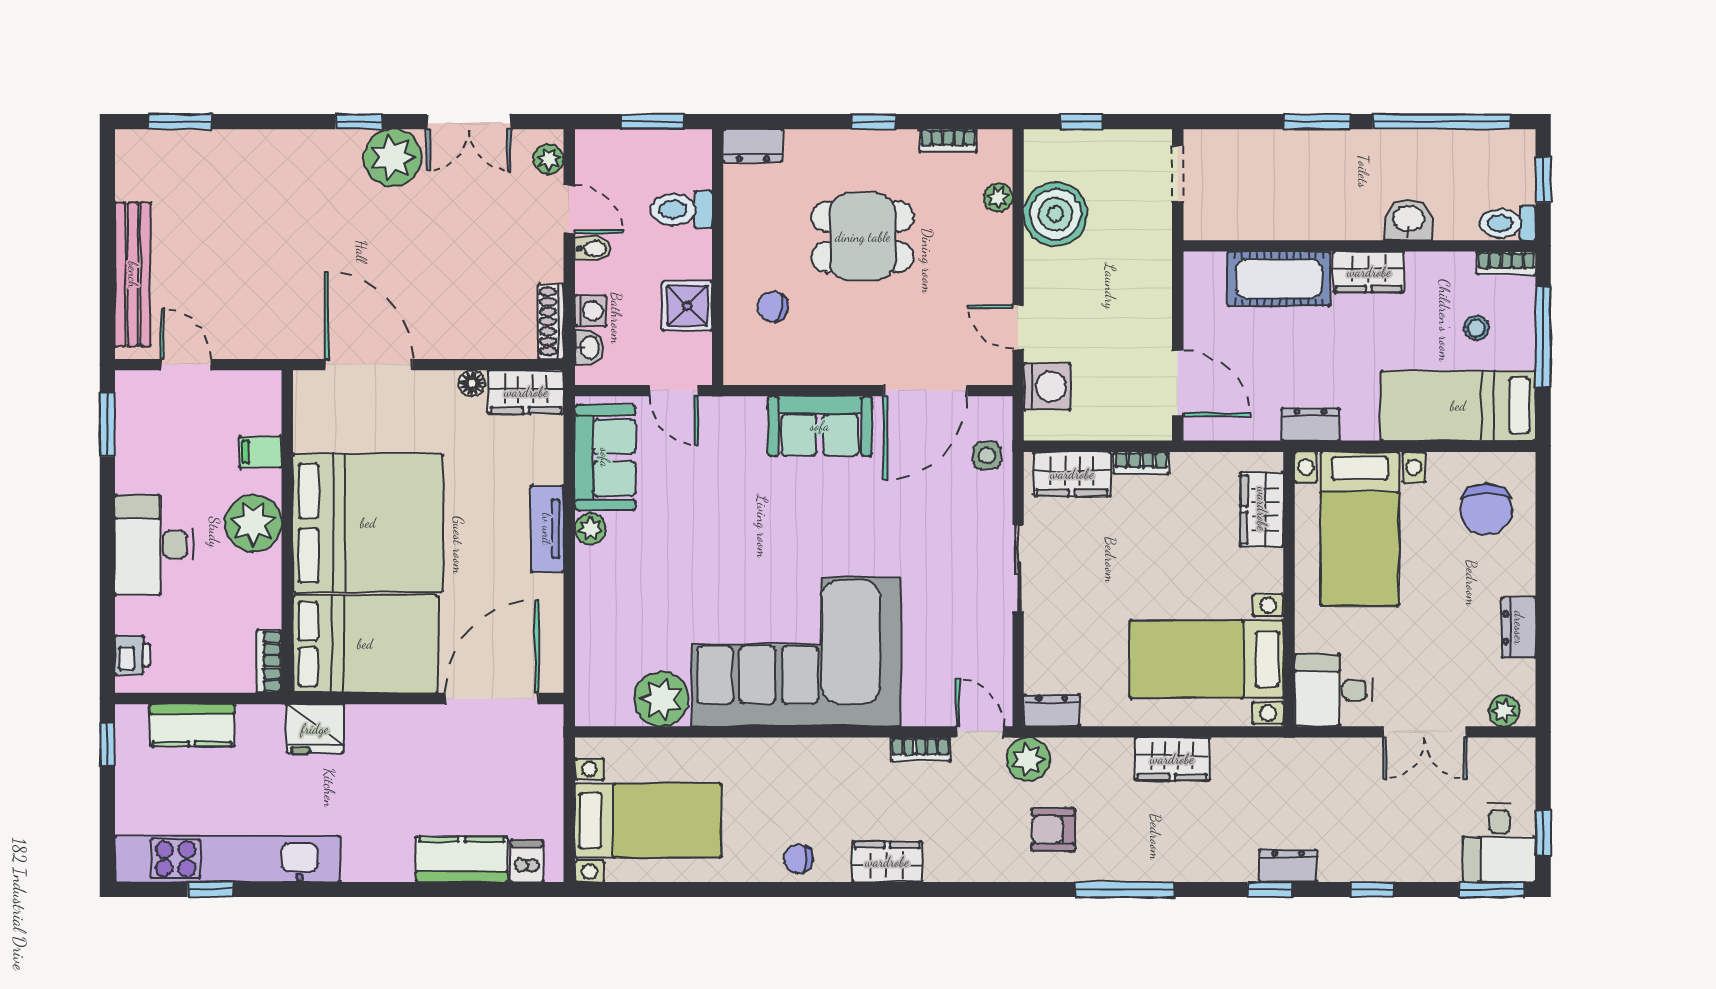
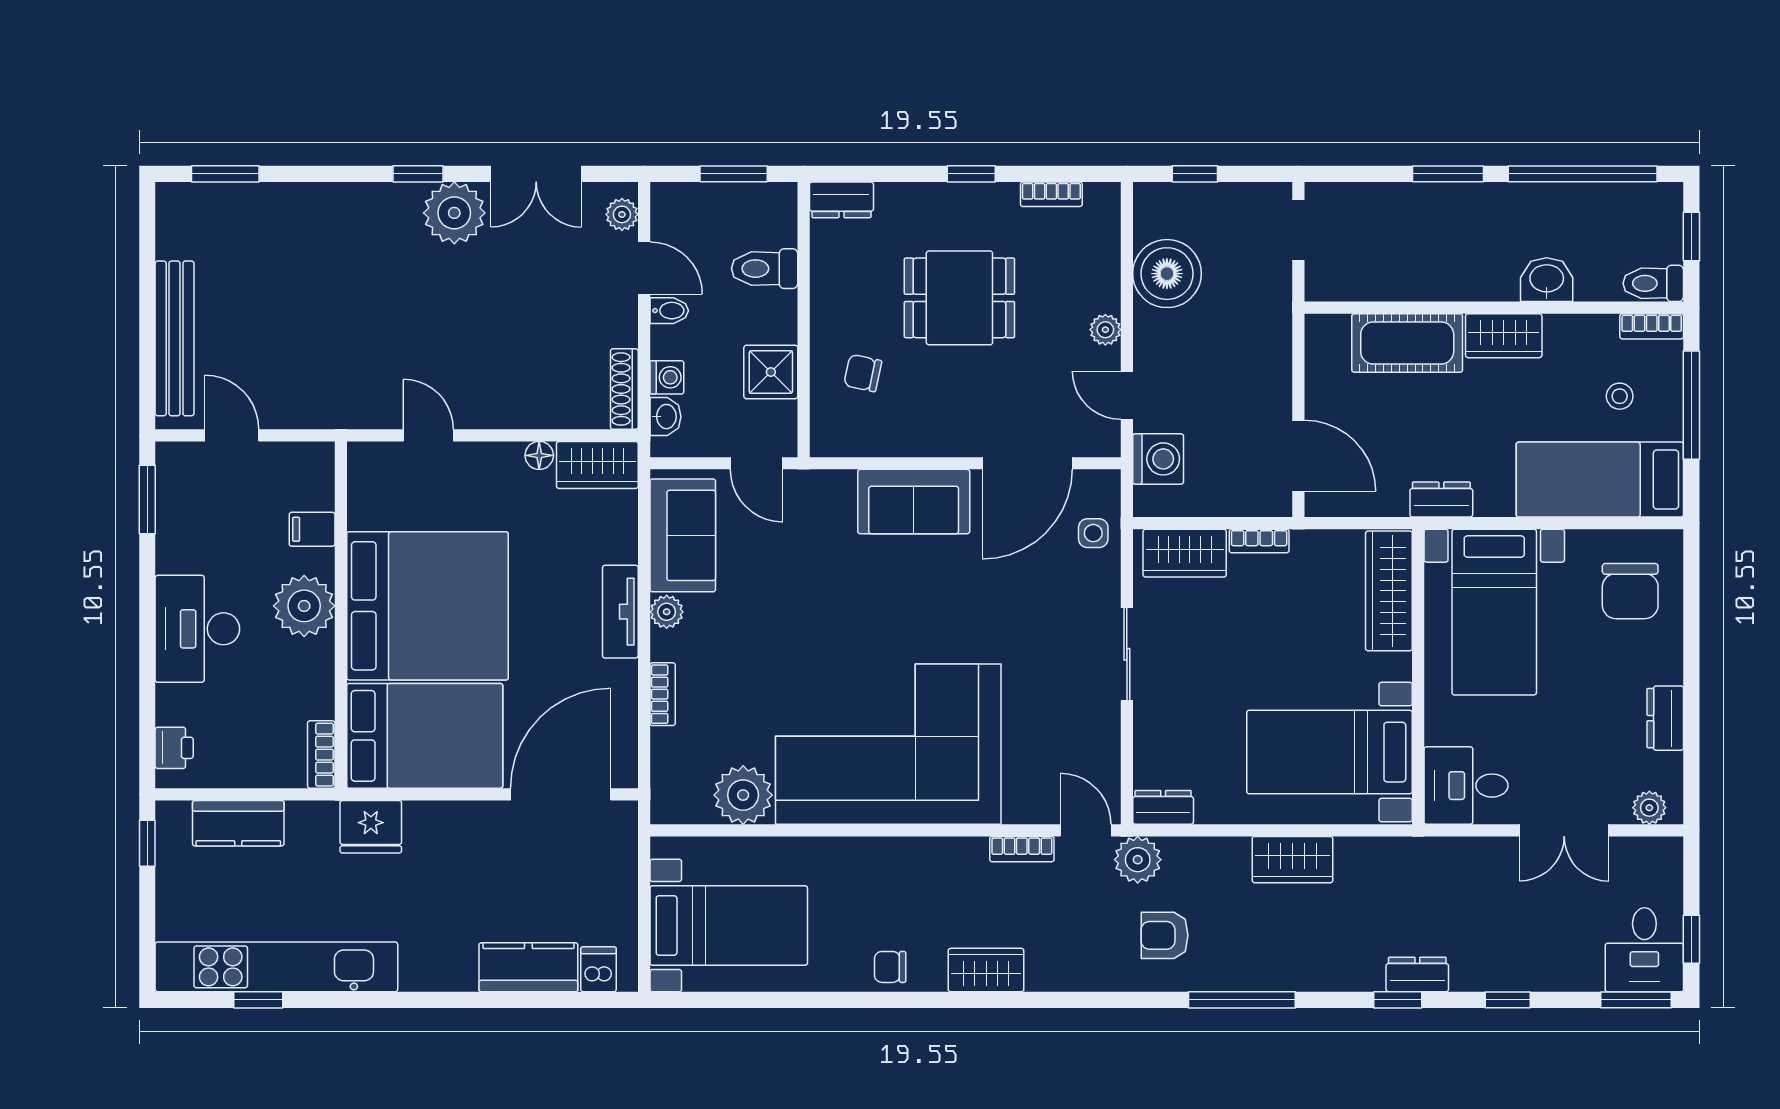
plant: (998, 197) -> (1105, 330), moved
door: (369, 365) -> (428, 435), width x0.53
wardrobe: (1262, 509) -> (1389, 591), width x1.50
bookcase: (587, 605) -> (663, 694), added

